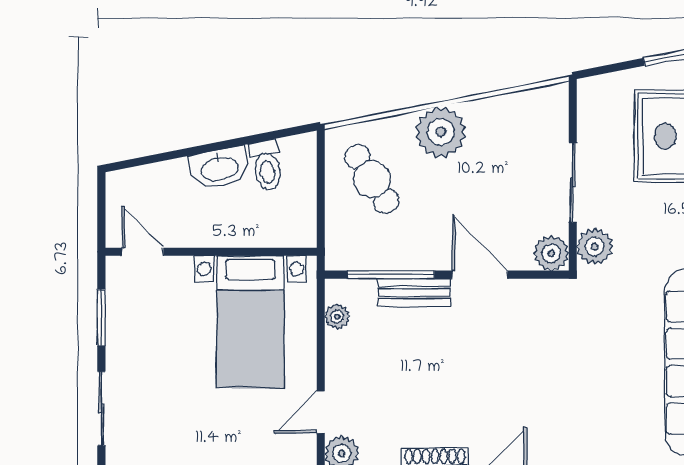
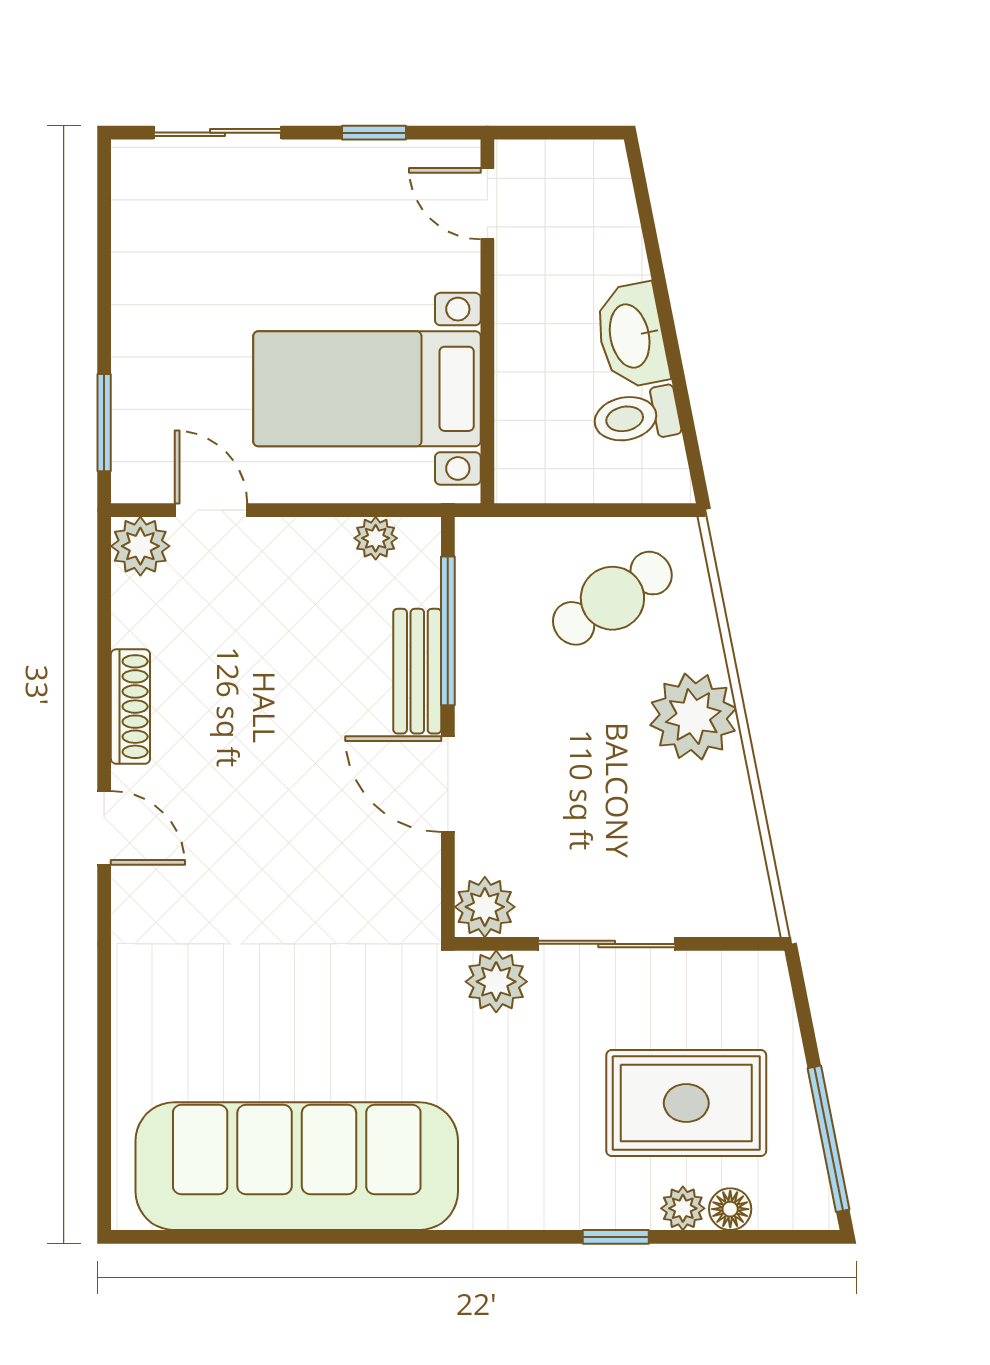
door: (143, 252) -> (487, 204), swing flipped
door: (480, 275) -> (448, 784), swing flipped
window: (101, 318) -> (374, 133), width x0.67

